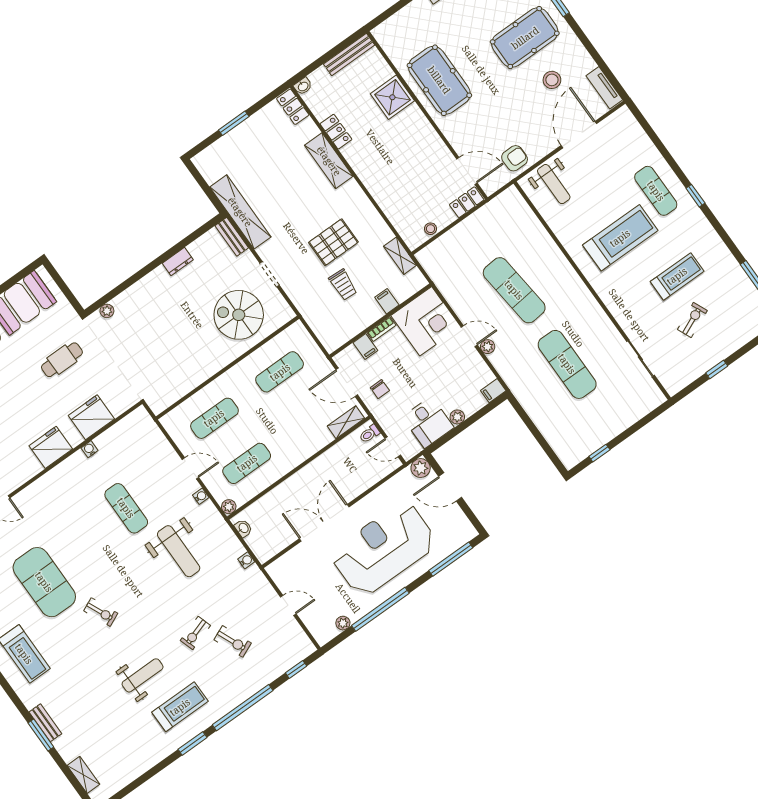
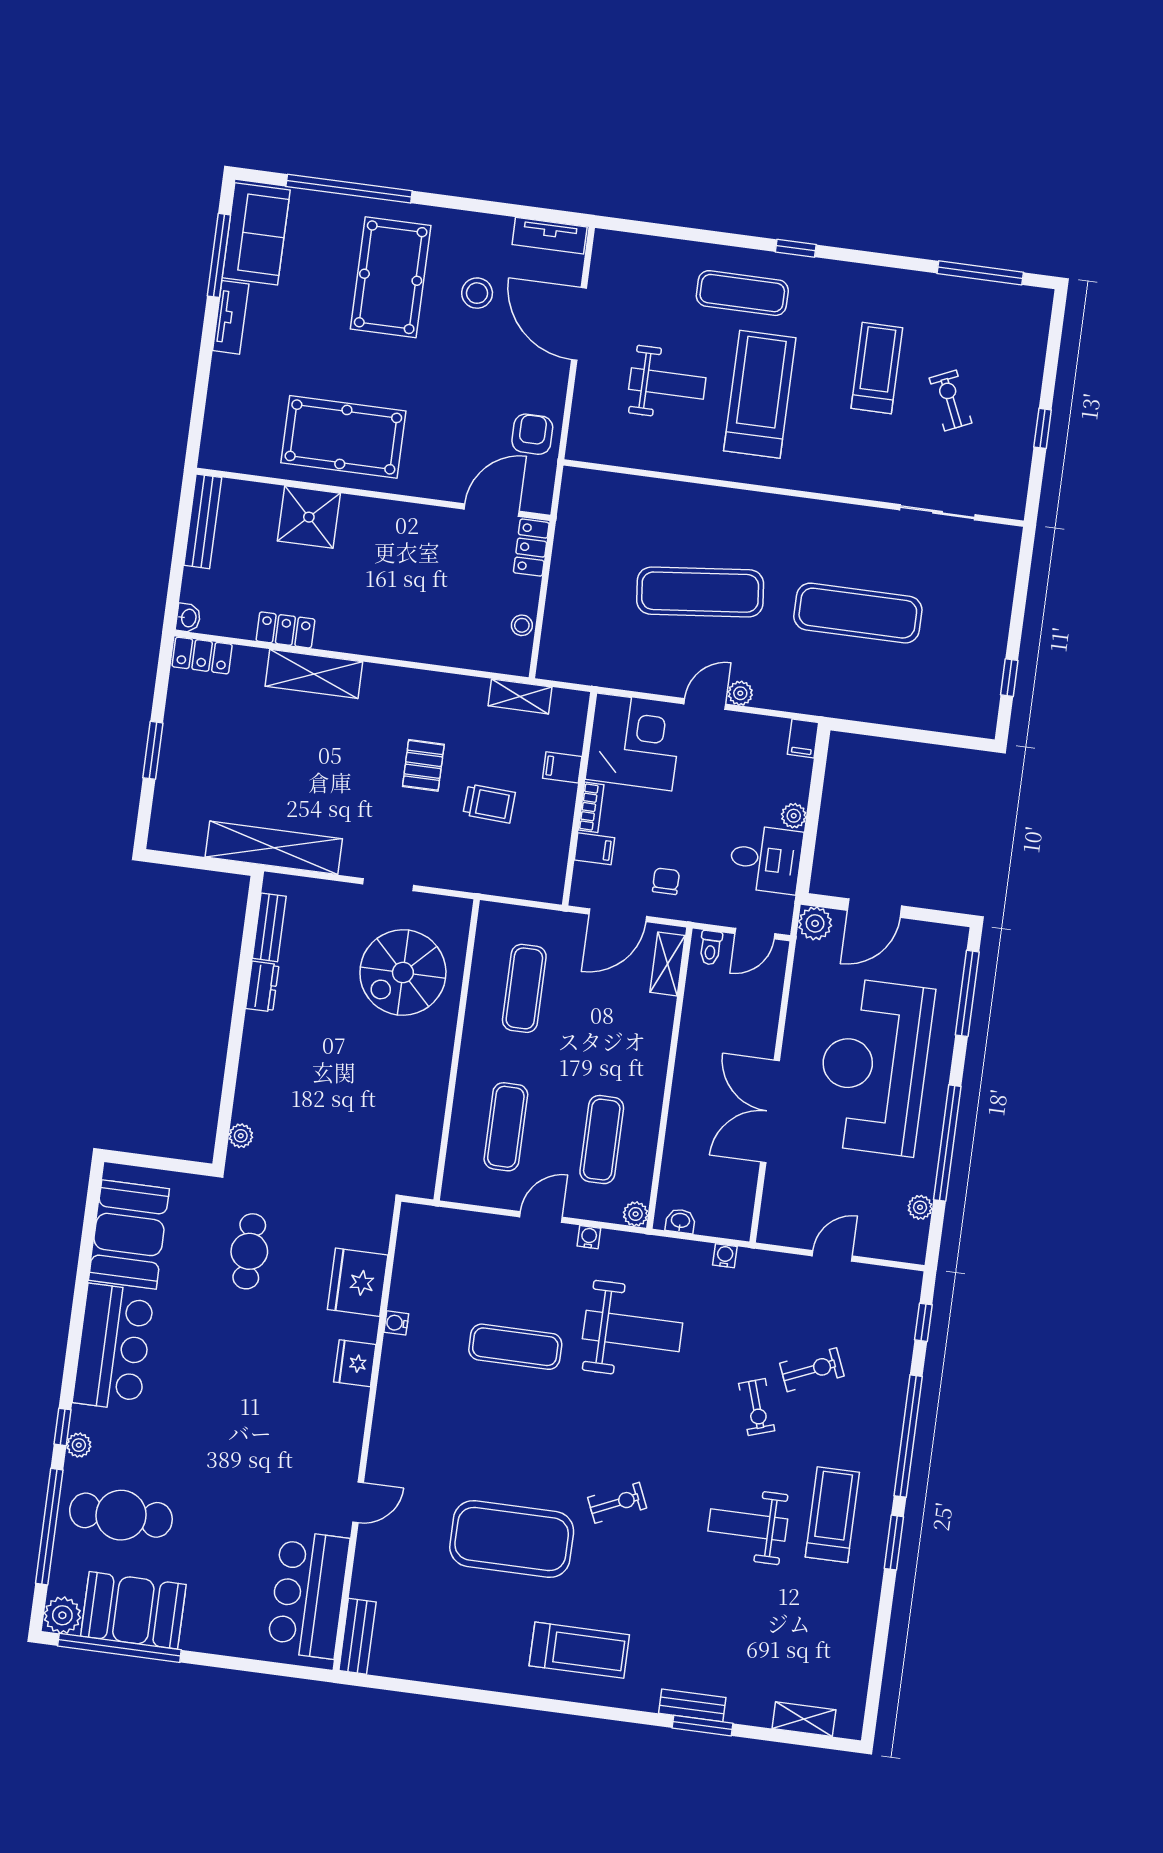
weight bench: (554, 184) -> (667, 384), moved
bench: (232, 237) -> (269, 927), moved, turned 90
pallet: (333, 242) -> (423, 765), width x0.67, depth x0.71
chair: (380, 389) -> (666, 881), turned -90
fridge: (51, 447) -> (355, 1363), width x0.73, depth x0.75
weight bench: (143, 675) -> (748, 1525), turned -90

